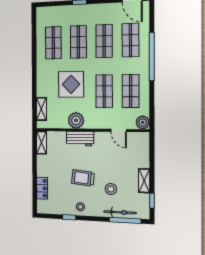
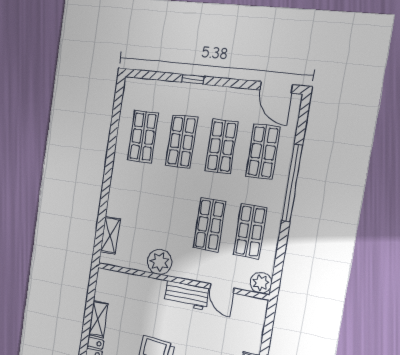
display table: (71, 84) -> (160, 205), removed
workbench: (80, 139) -> (186, 295), moved
shelving: (41, 143) -> (98, 319), moved

